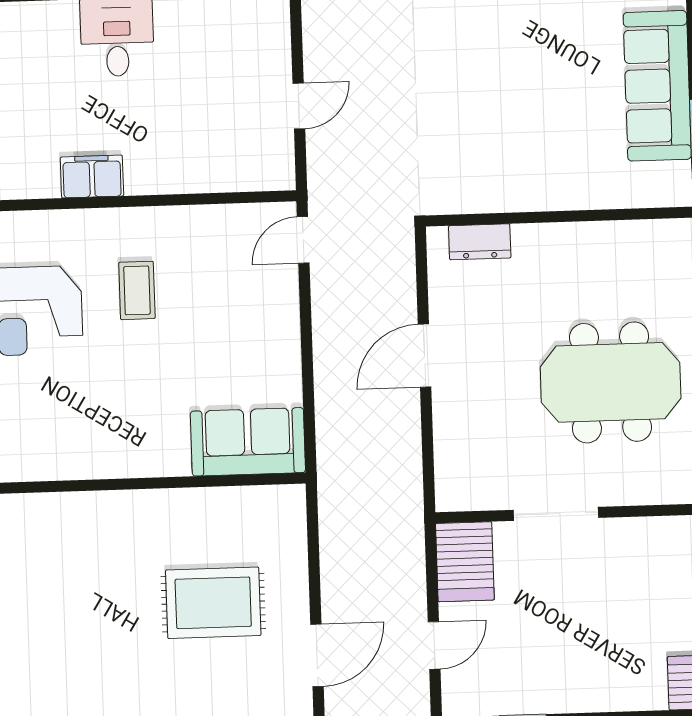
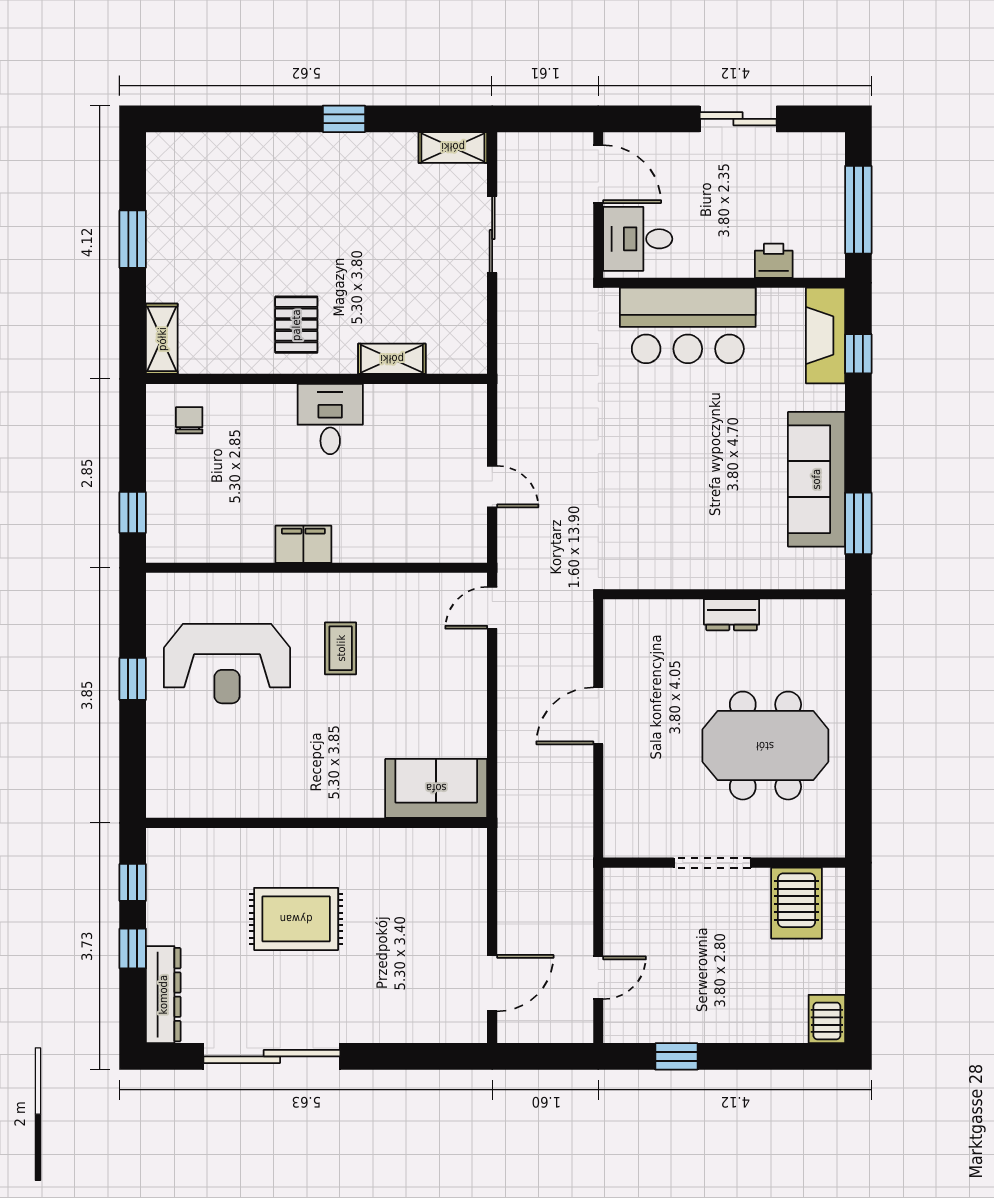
door: (299, 106) -> (492, 487), hinge flipped
dresser: (480, 242) -> (732, 615), moved
server rack: (465, 562) -> (796, 903), moved
rug: (213, 603) -> (296, 919), moved

